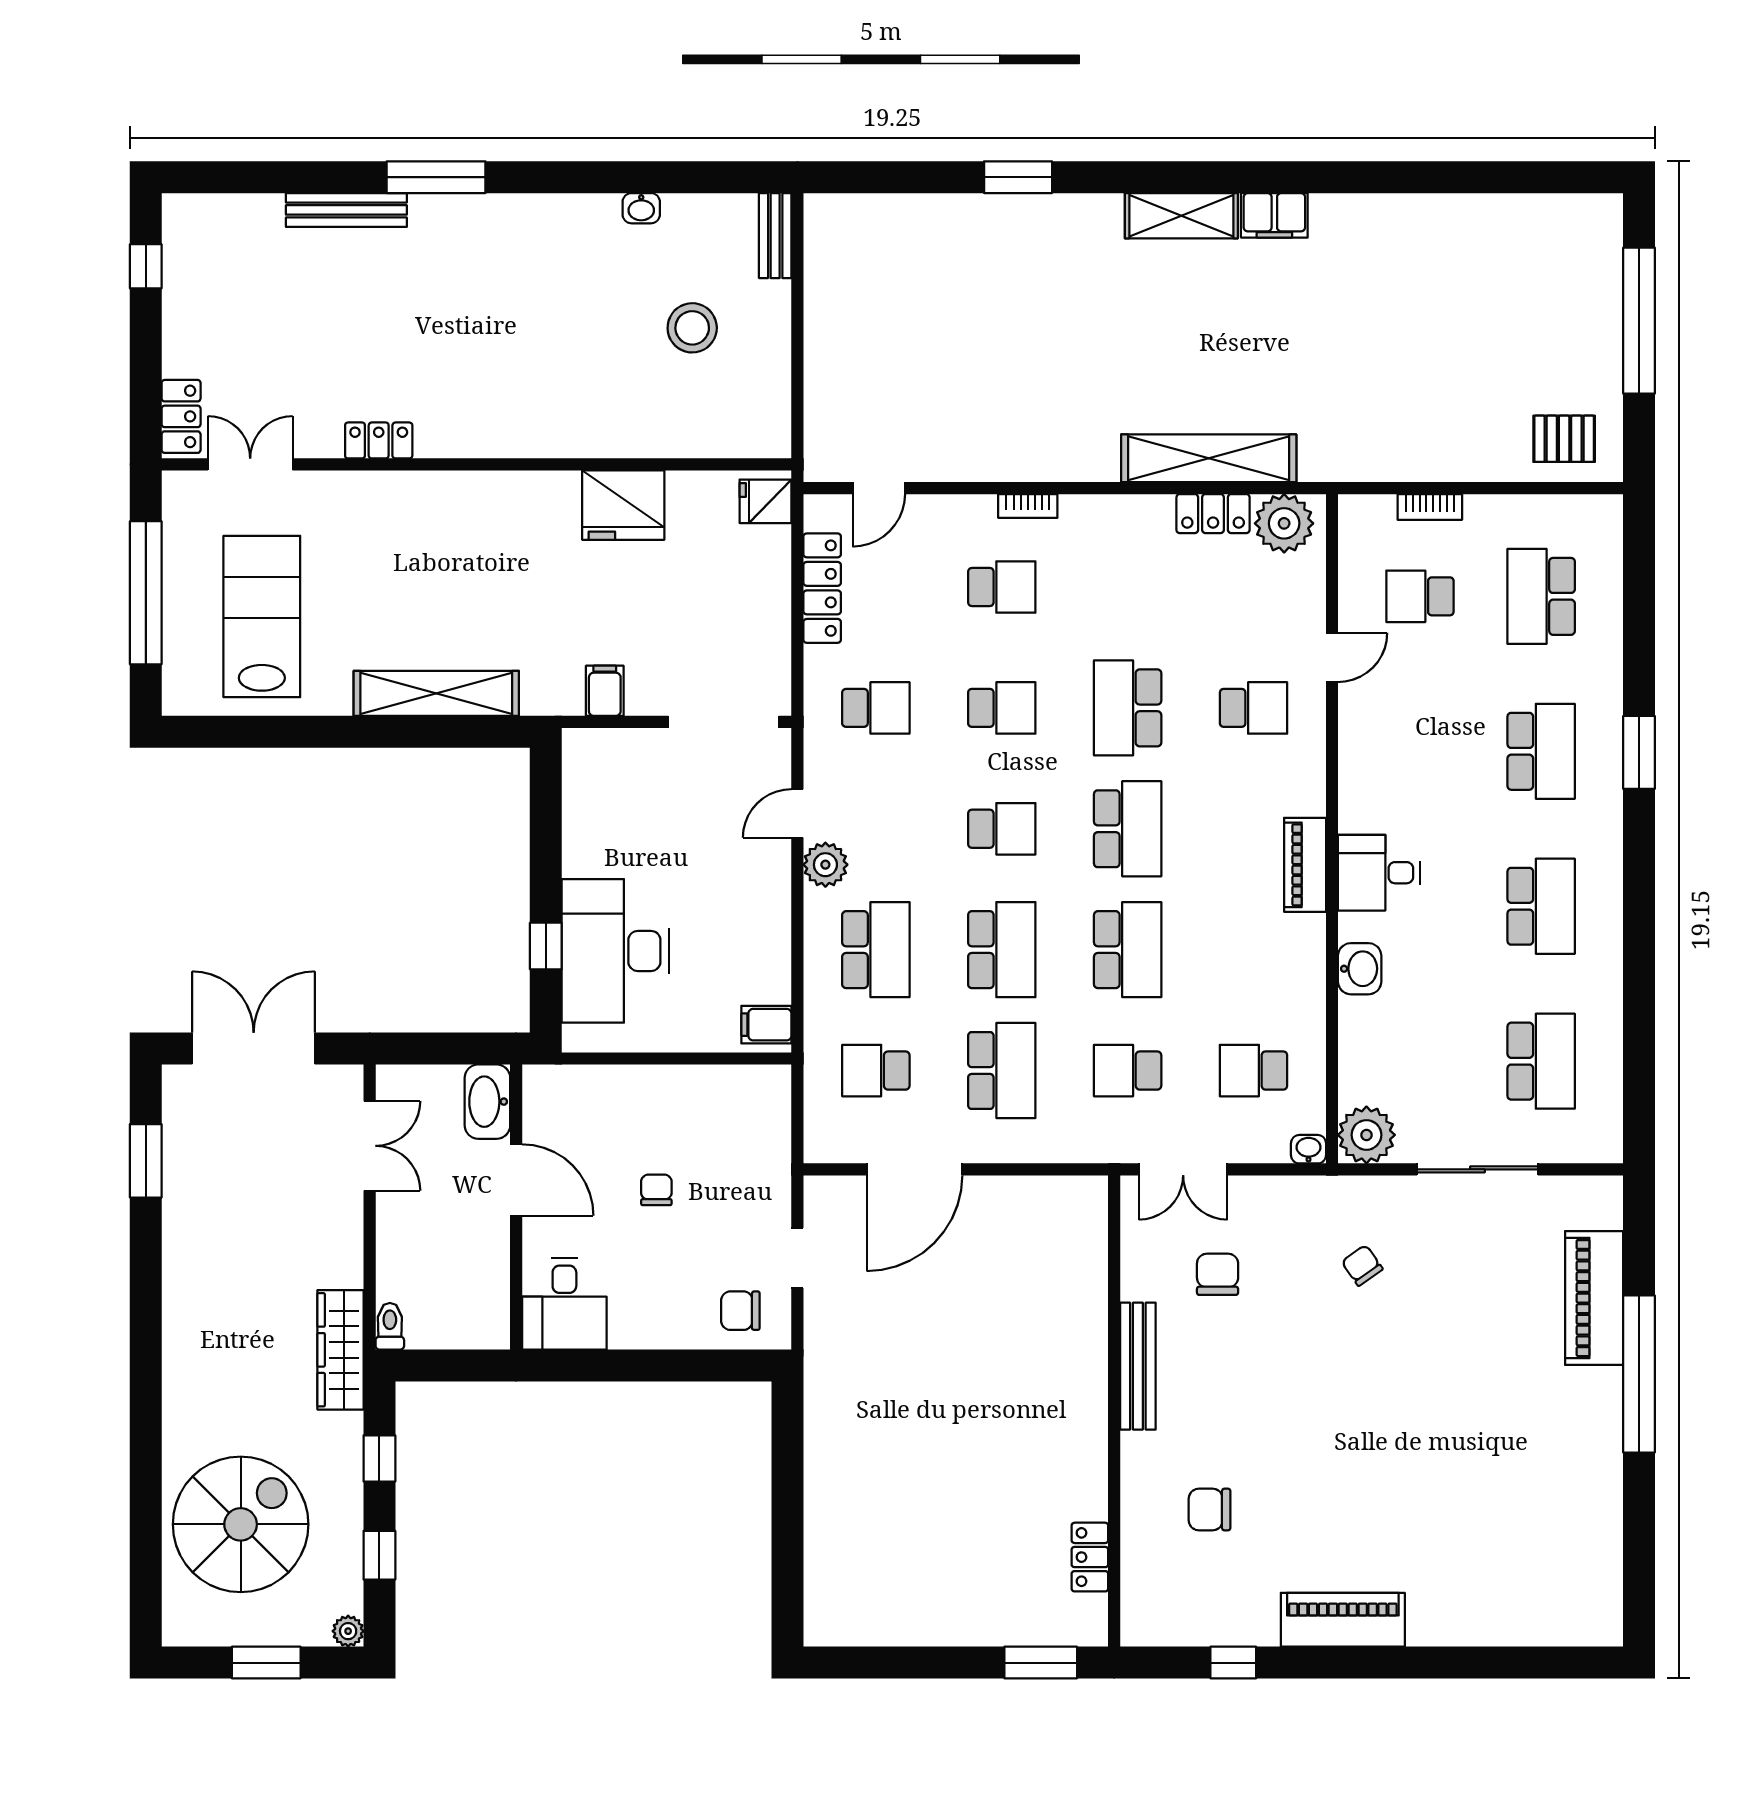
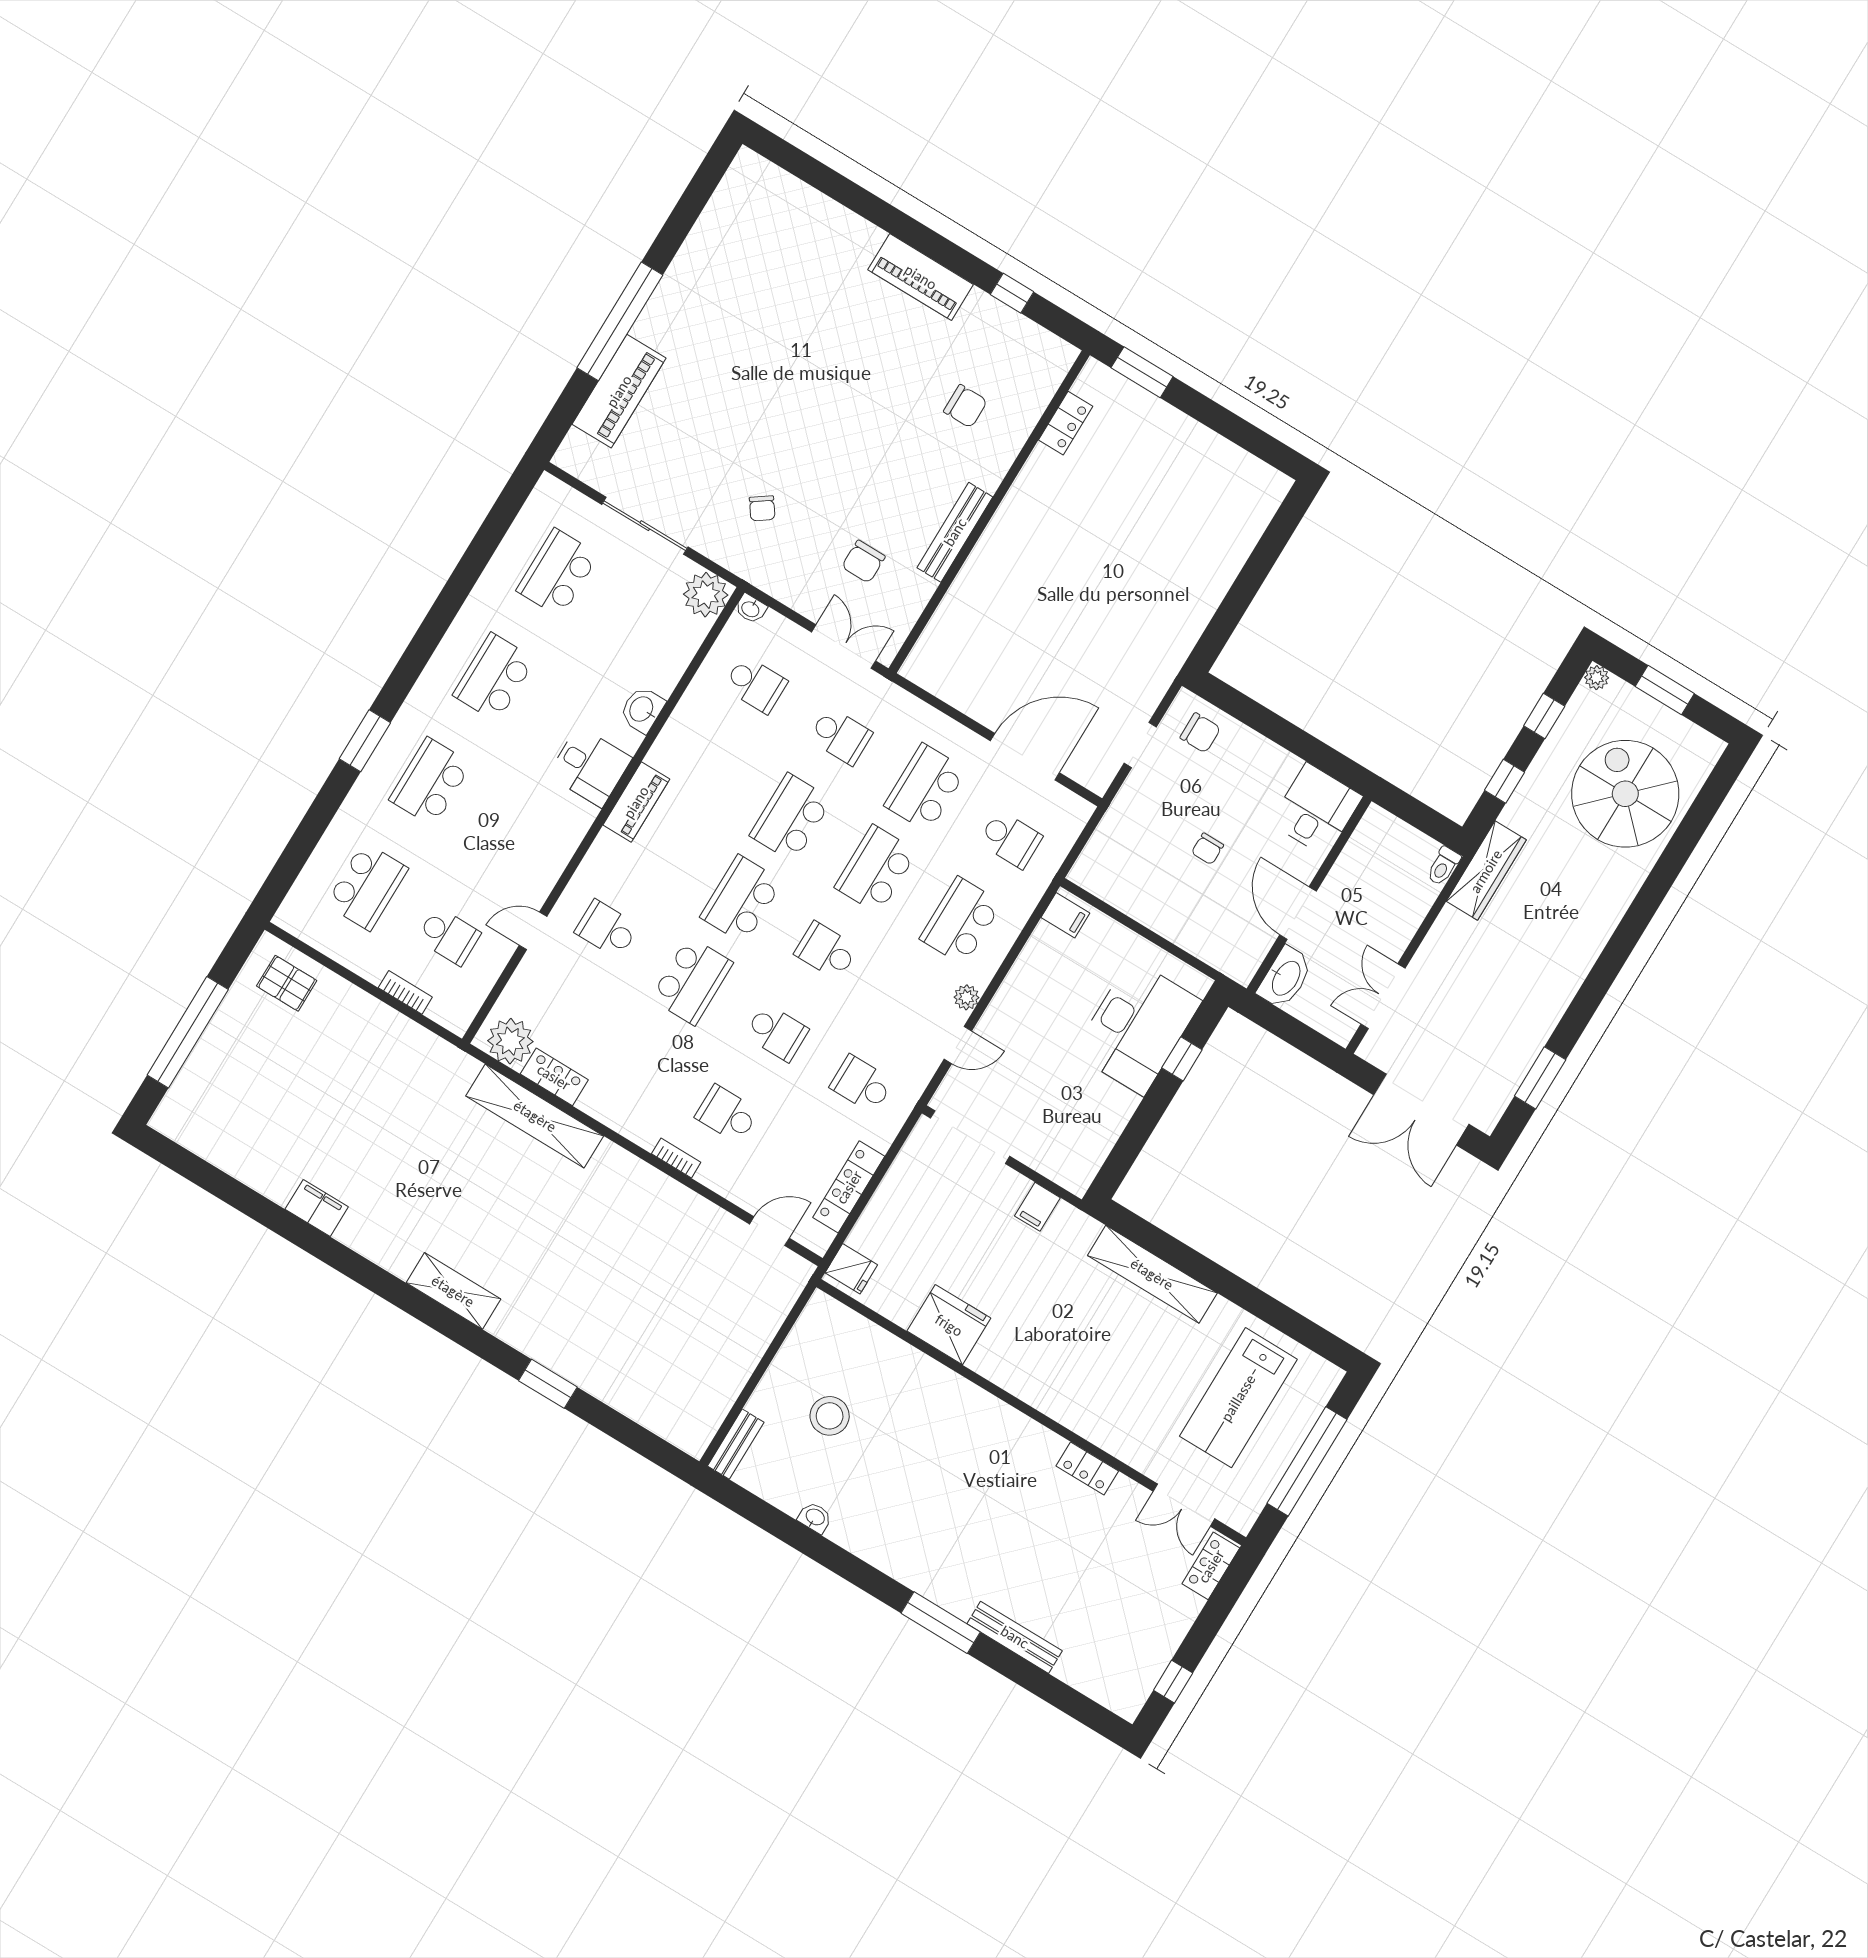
filing cabinet: (1274, 215) -> (317, 1208), moved
school desk: (1002, 708) -> (777, 1032), turned 180
plant: (825, 865) -> (966, 997), width x0.73, depth x0.73
spiral stairs: (241, 1524) -> (1625, 794), turned 90

